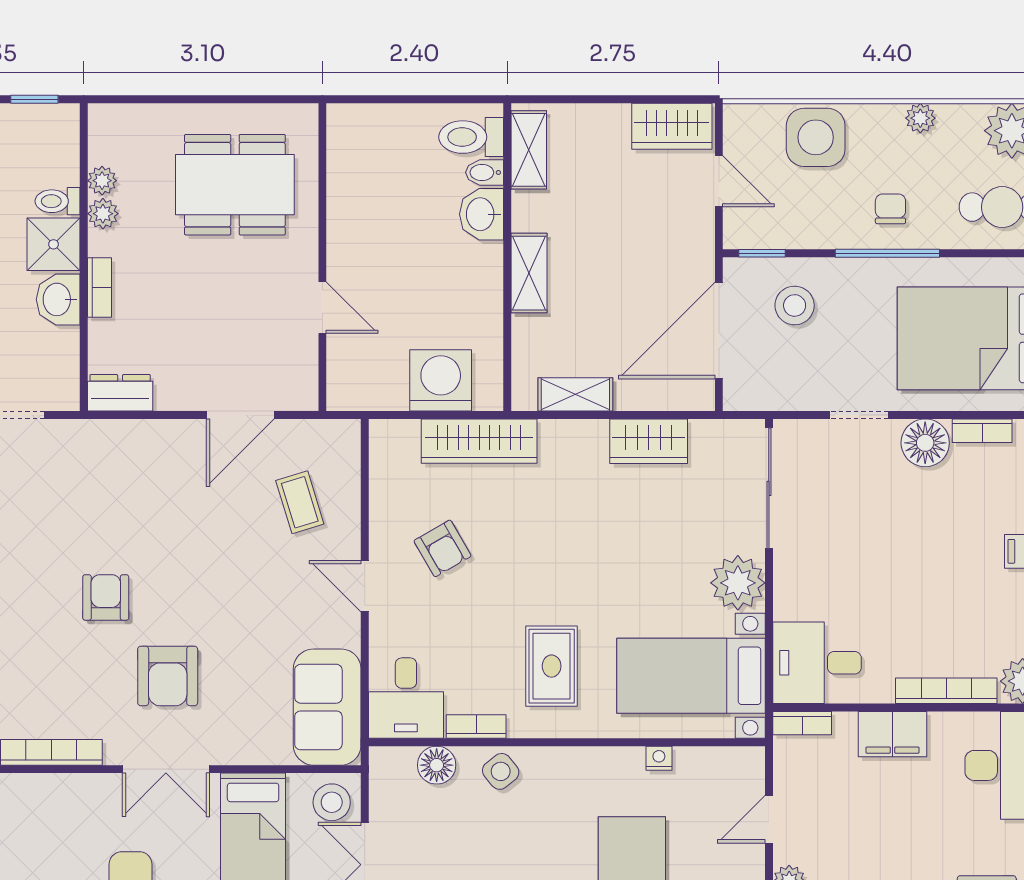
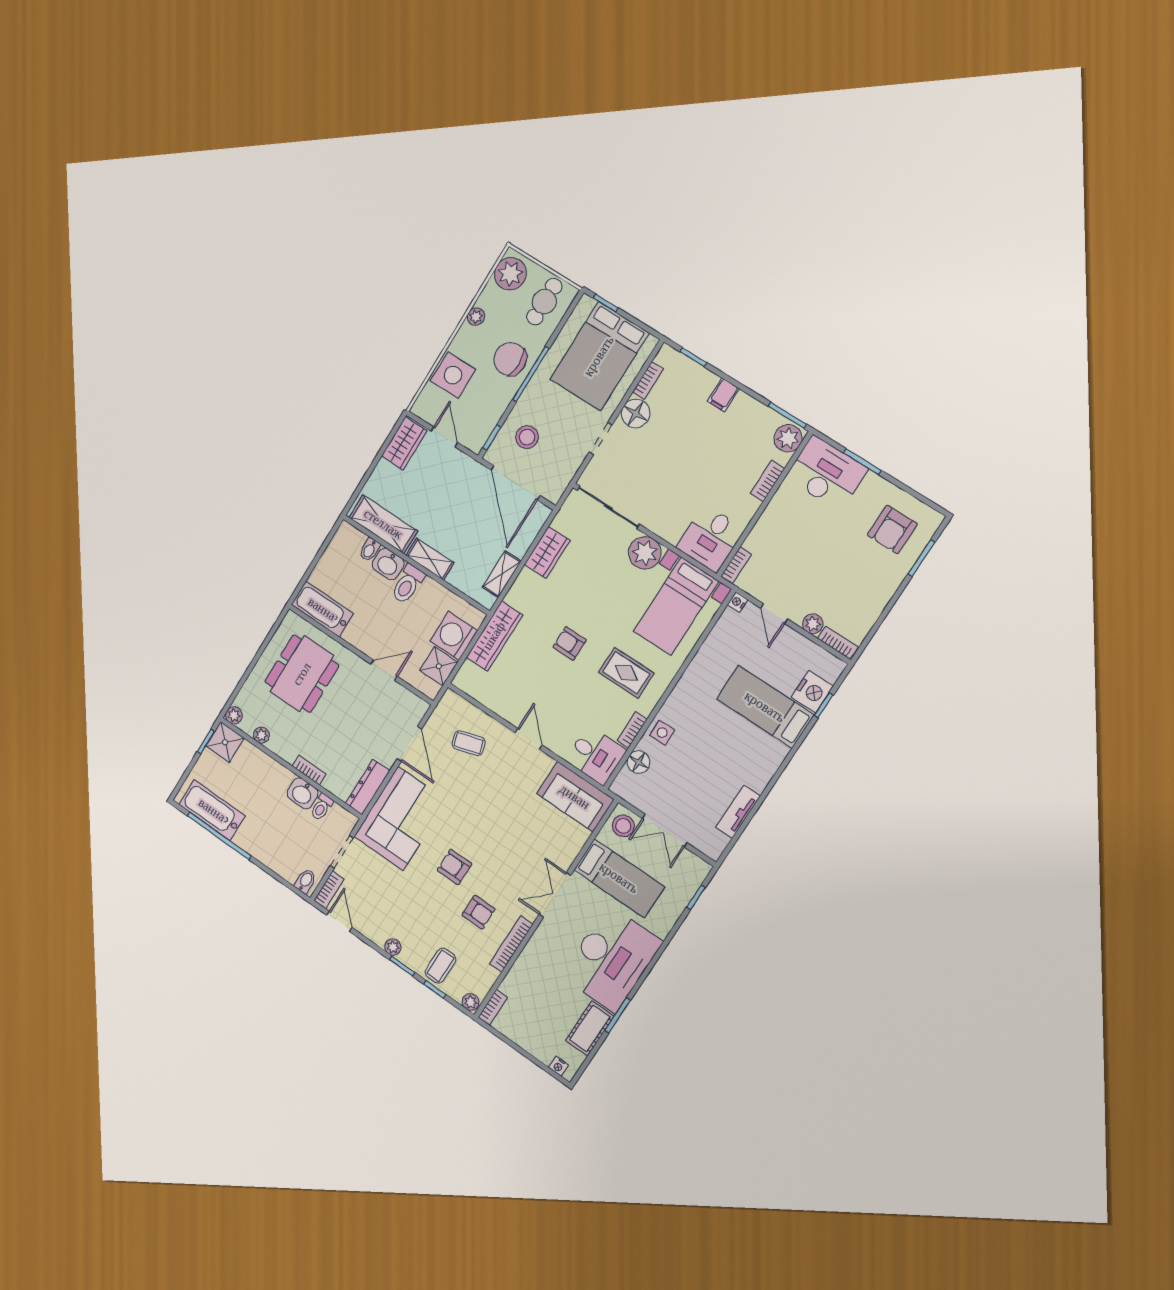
toilet: (471, 137) -> (408, 584), moved
shelving: (529, 150) -> (383, 524), width x1.50, depth x1.33
bathtub: (351, 156) -> (322, 609), added
door: (719, 181) -> (444, 437), hinge flipped
toilet: (58, 201) -> (322, 807), moved
chair: (890, 209) -> (510, 359), width x1.87, depth x1.87
plant: (103, 214) -> (234, 715), moved
shower: (53, 244) -> (225, 742), moved
shower: (382, 386) -> (439, 666), added
dresser: (120, 393) -> (368, 787), width x1.44
corner sofa: (122, 472) -> (401, 818), added
armchair: (442, 548) -> (569, 643), moved, turned -150
door: (365, 586) -> (529, 739), swing flipped
armchair: (168, 676) -> (479, 912), moved, width x0.72, depth x0.72
bookcase: (946, 691) -> (767, 481), width x0.64
filing cabinet: (893, 734) -> (772, 523), removed
nightstand: (659, 758) -> (737, 602), moved
double door: (166, 769) -> (555, 895), swing flipped
side table: (501, 771) -> (662, 733), turned 37

